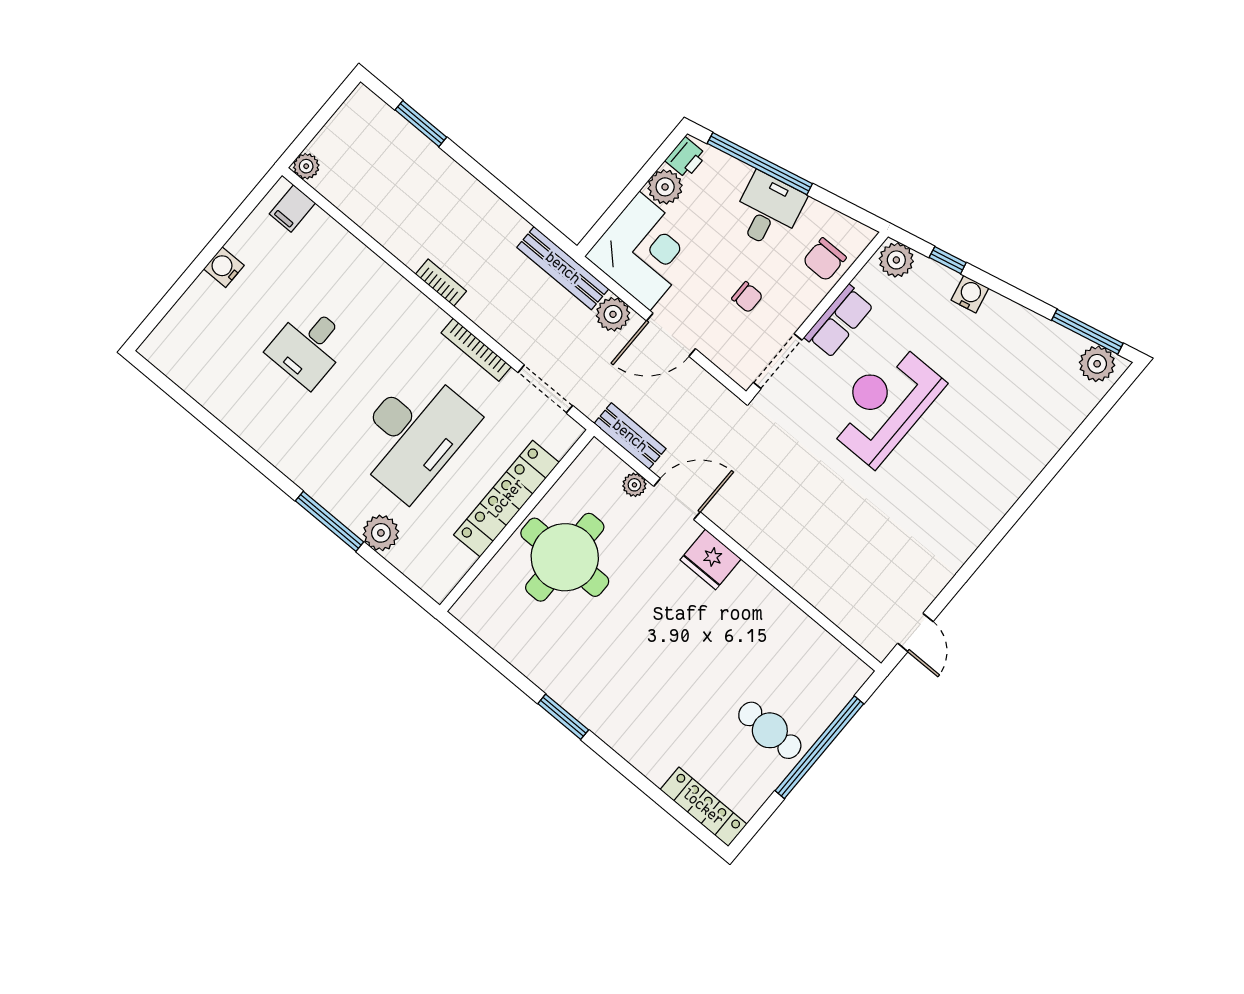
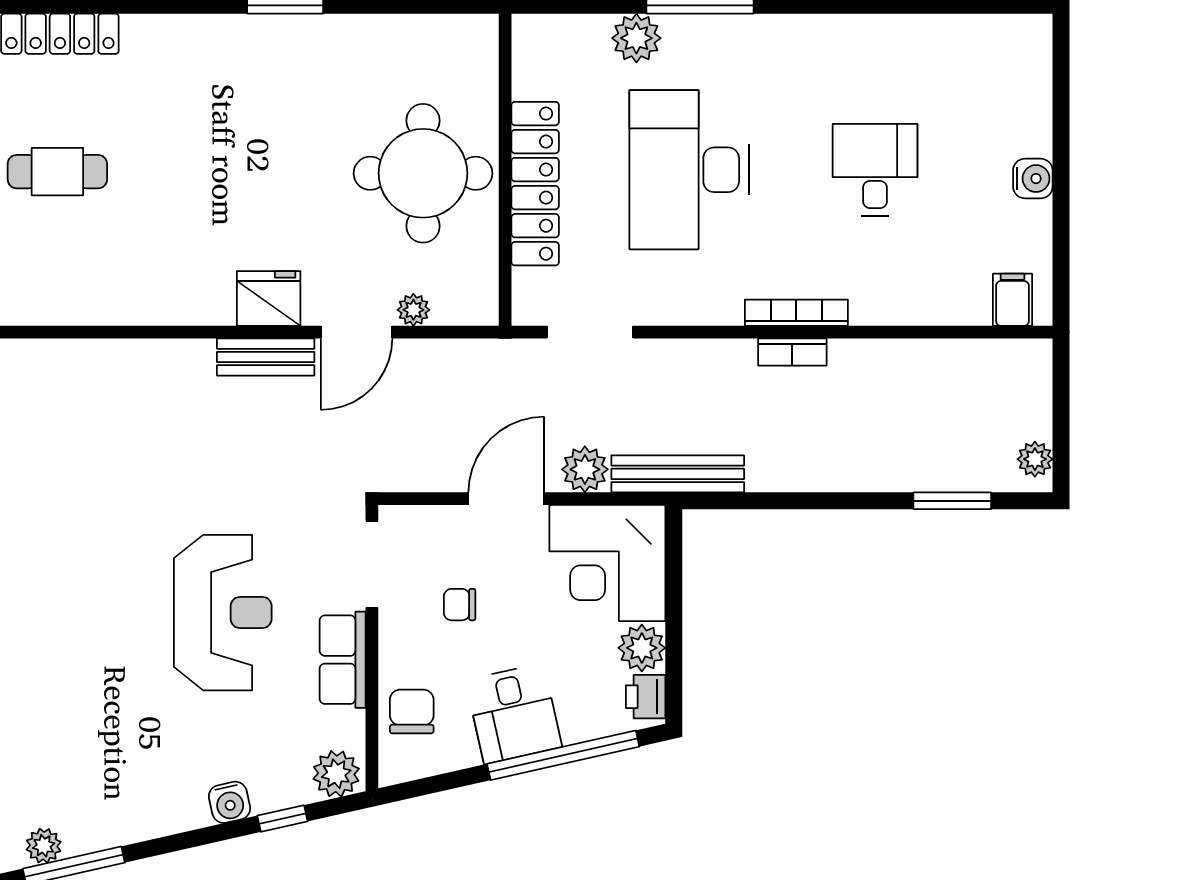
plant: (306, 166) -> (1035, 459), moved
bookcase: (476, 350) -> (796, 313), moved
plant: (1097, 364) -> (44, 846), width x0.73, depth x0.73
bench: (630, 436) -> (266, 357), moved

